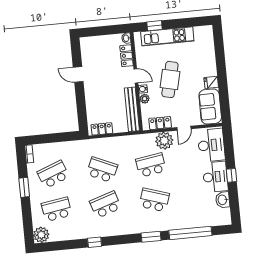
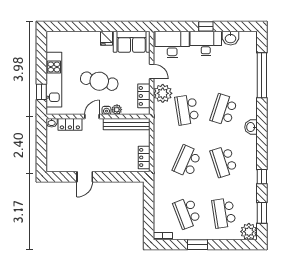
washbasin: (140, 227) -> (251, 127), added
window: (151, 237) -> (262, 213), moved

